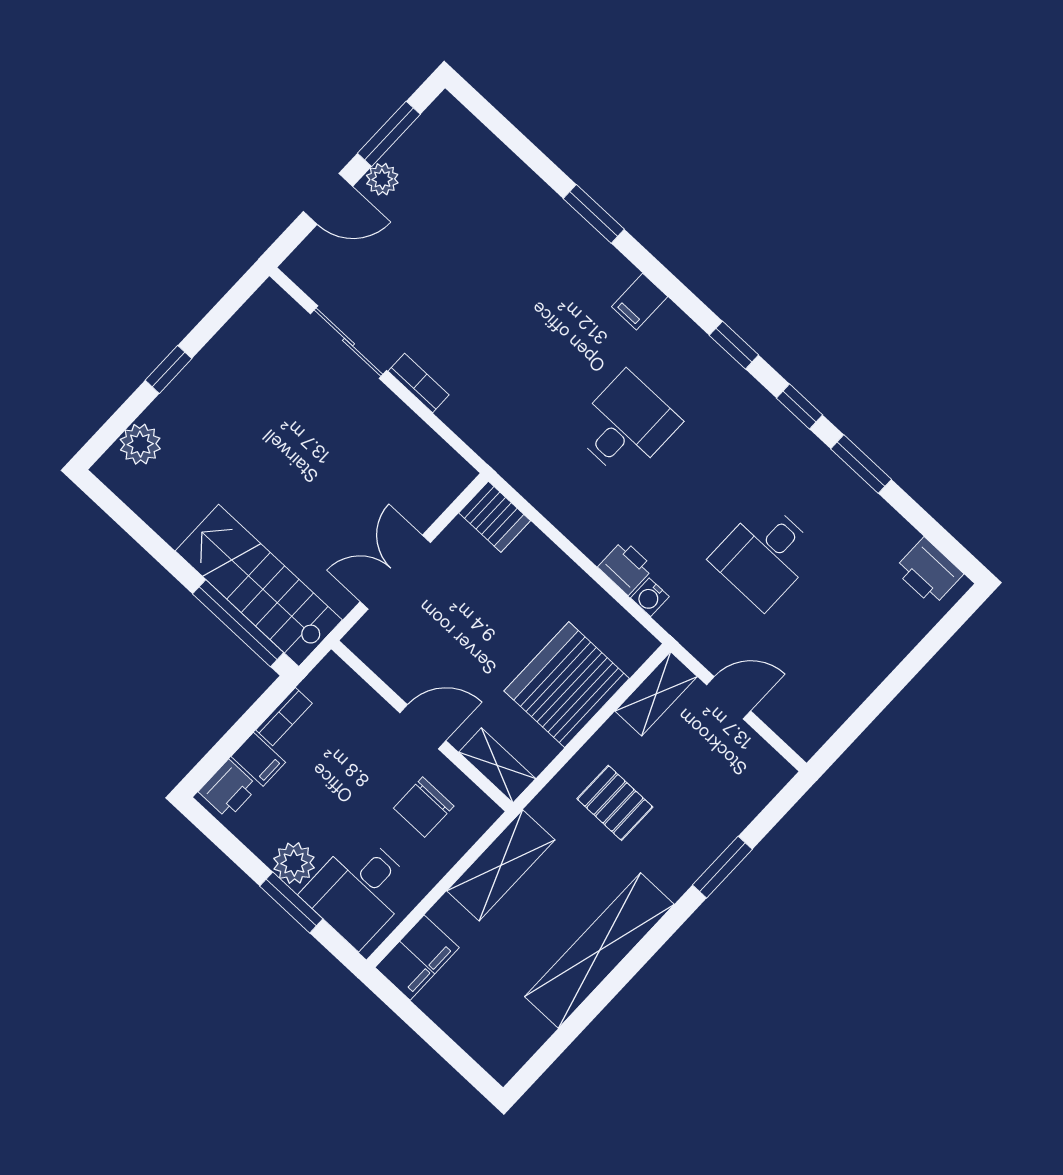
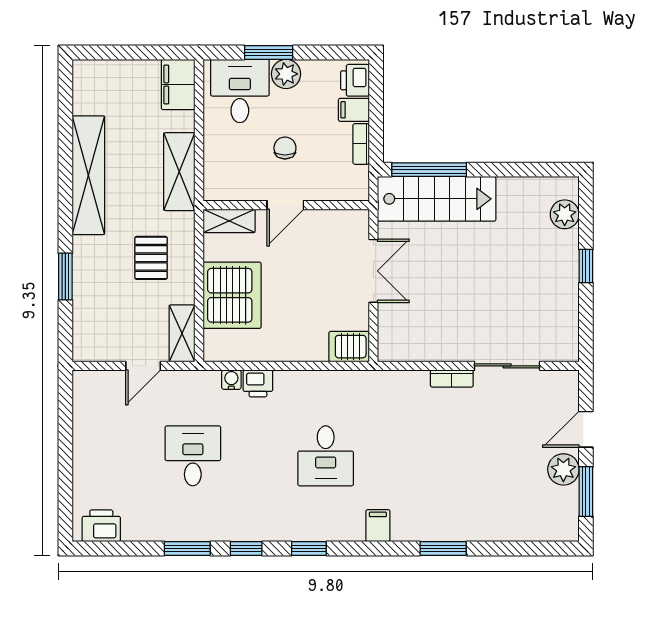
plant: (382, 179) -> (563, 469), width x1.38, depth x1.38
pallet: (615, 803) -> (151, 258), turned 90
chair: (424, 807) -> (285, 148), moved, width x0.73, depth x0.73

